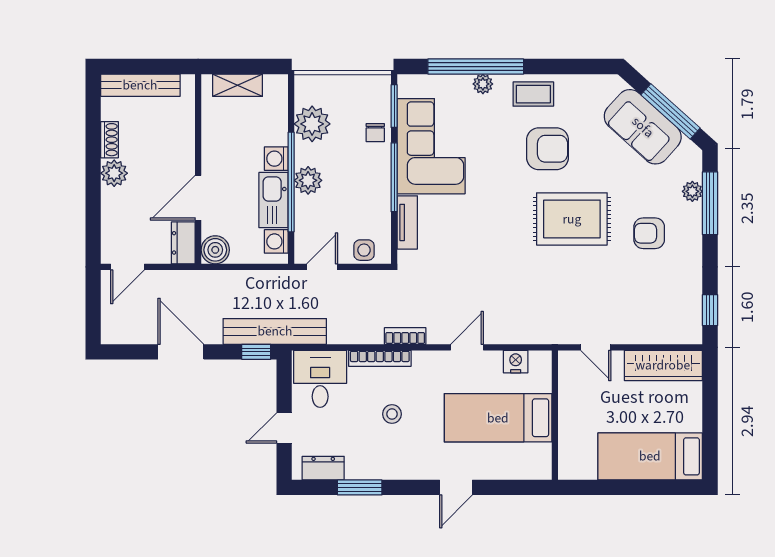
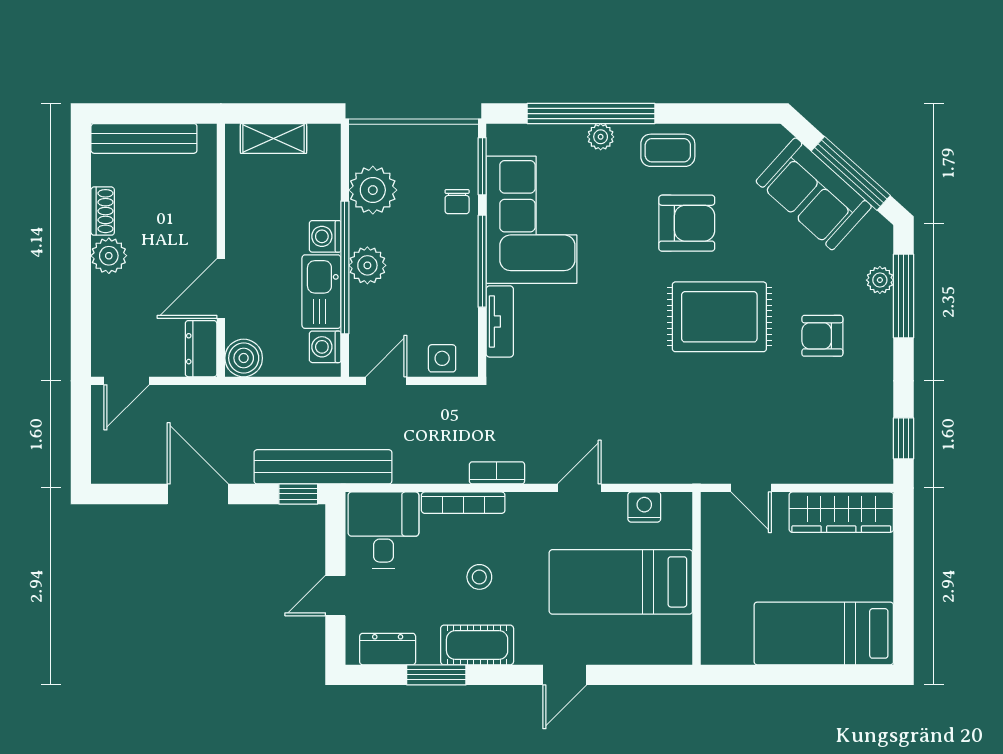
cot: (390, 465) -> (477, 645), added

